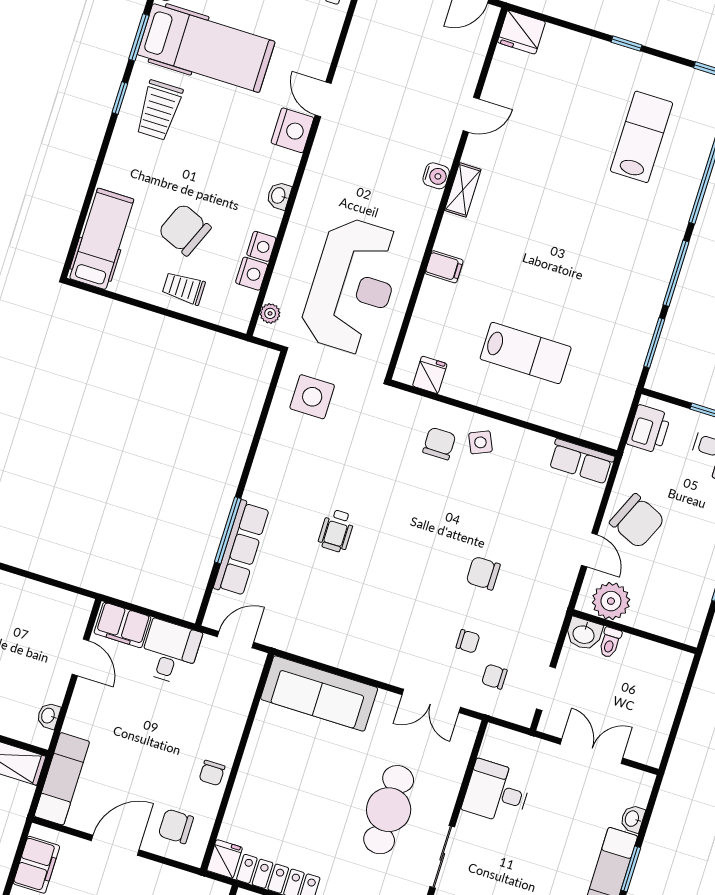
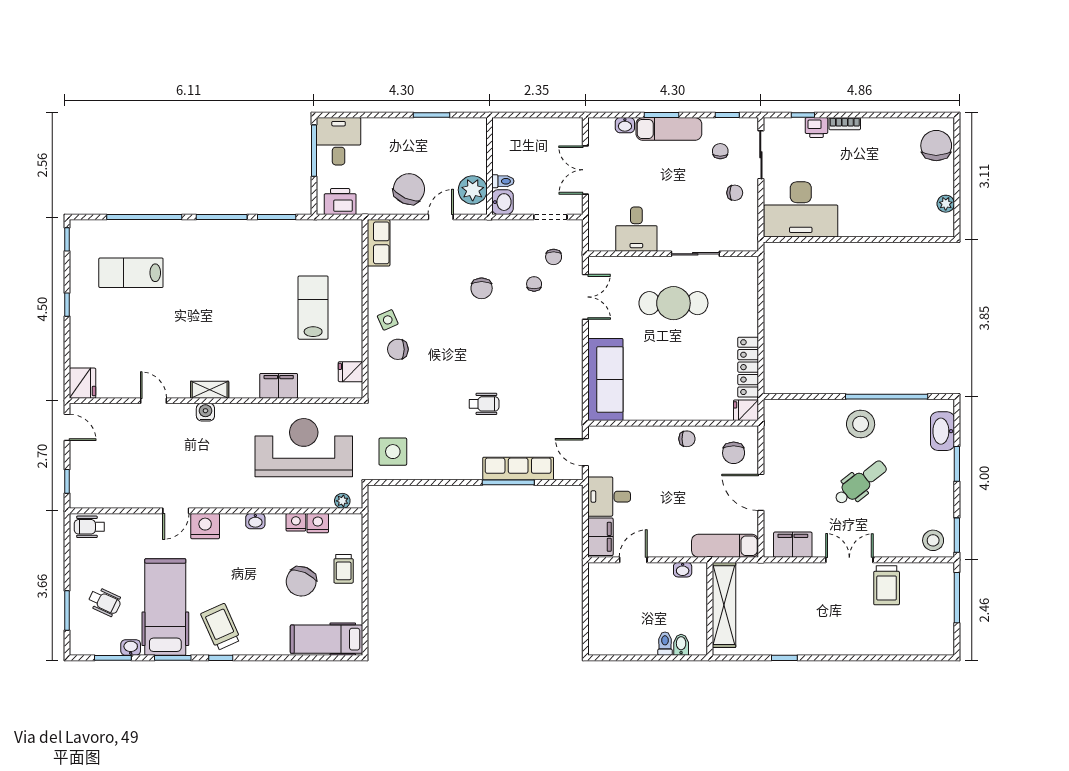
trolley: (159, 110) -> (221, 627), turned -114
filing cabinet: (444, 267) -> (279, 386), width x2.00

